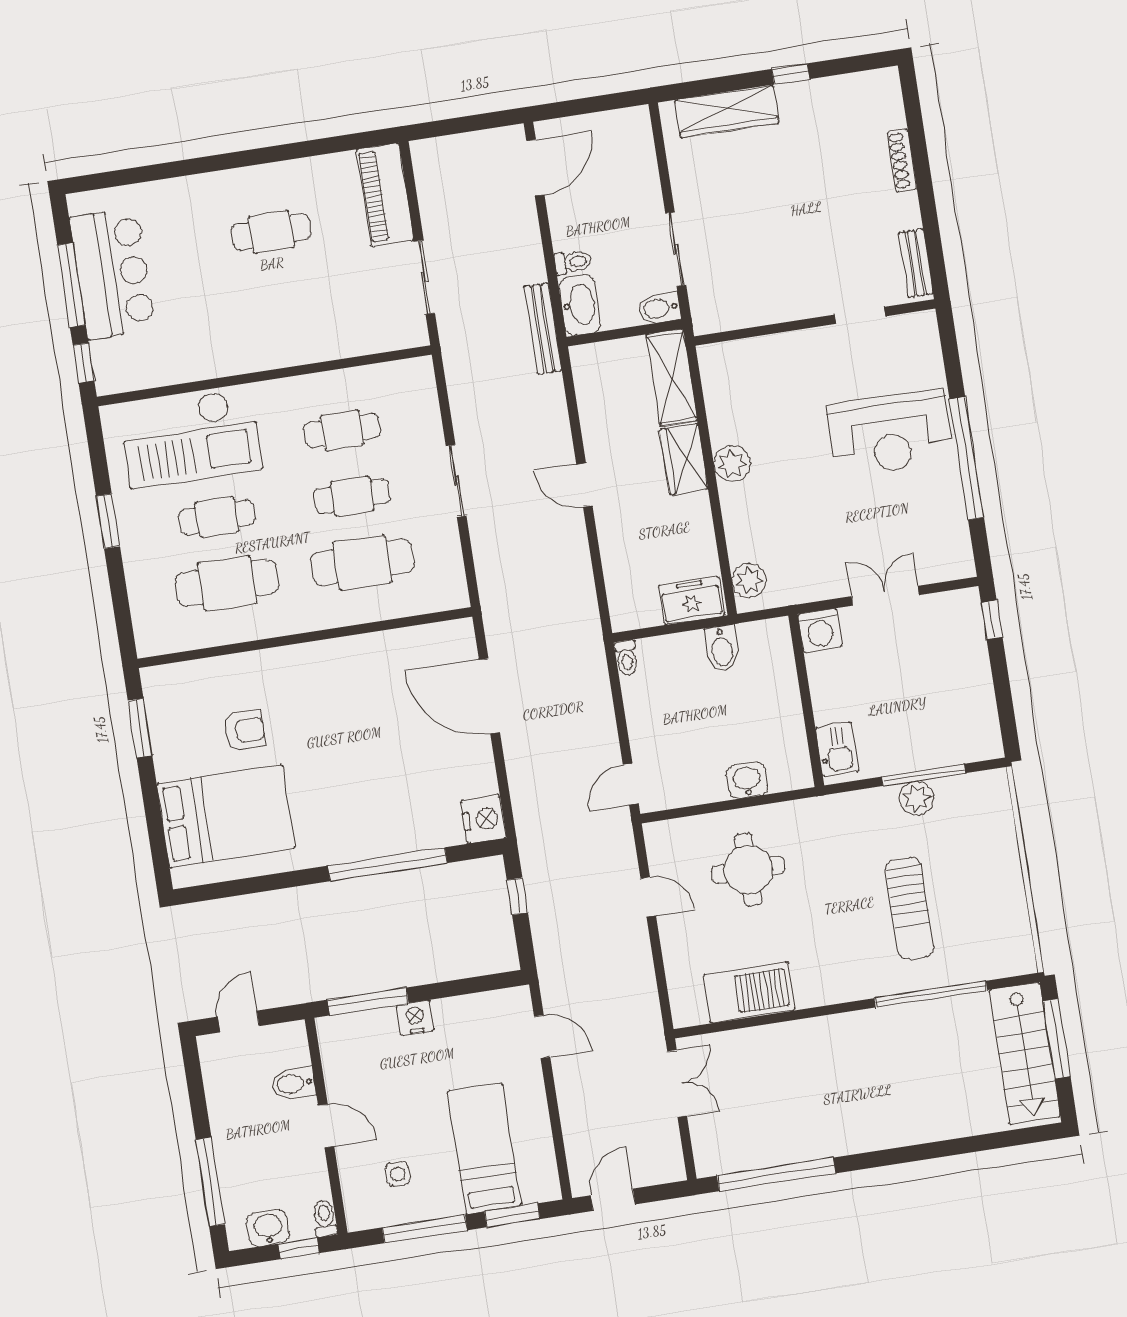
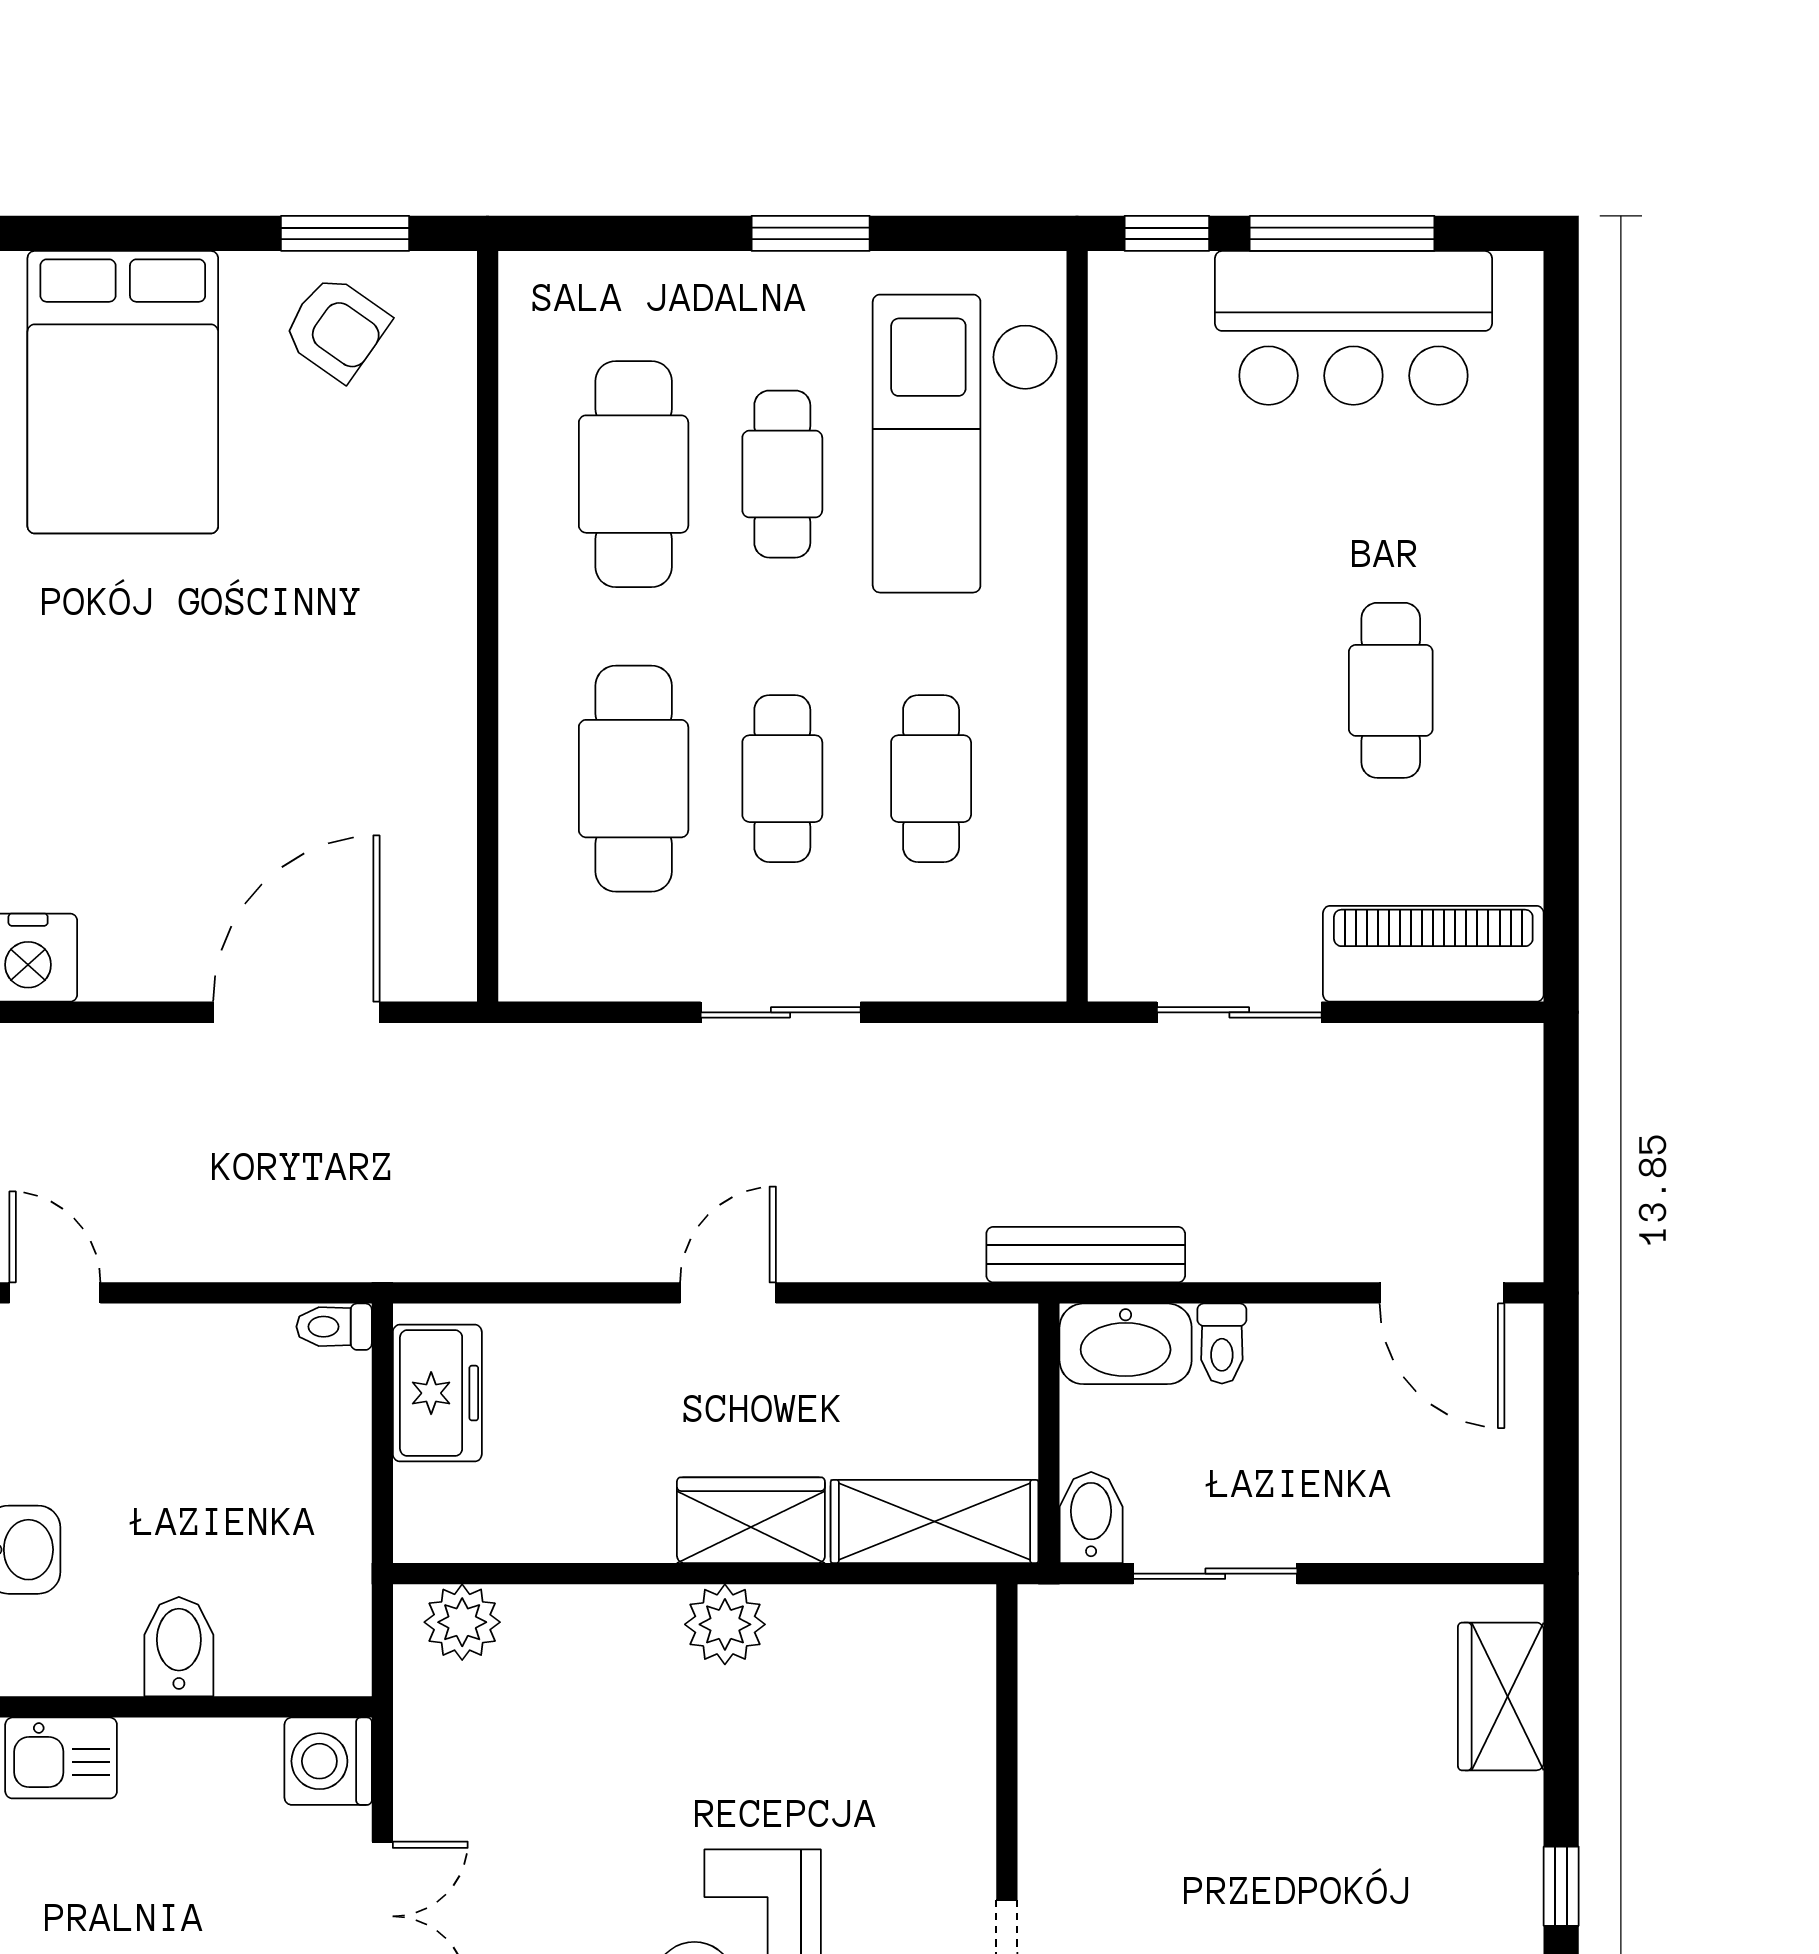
wardrobe: (727, 111) -> (1501, 1696), width x0.67
freezer: (692, 601) -> (437, 1393), moved
bidet: (722, 648) -> (179, 1647), moved, turned 90
armchair: (245, 731) -> (336, 328), moved, turned -55

